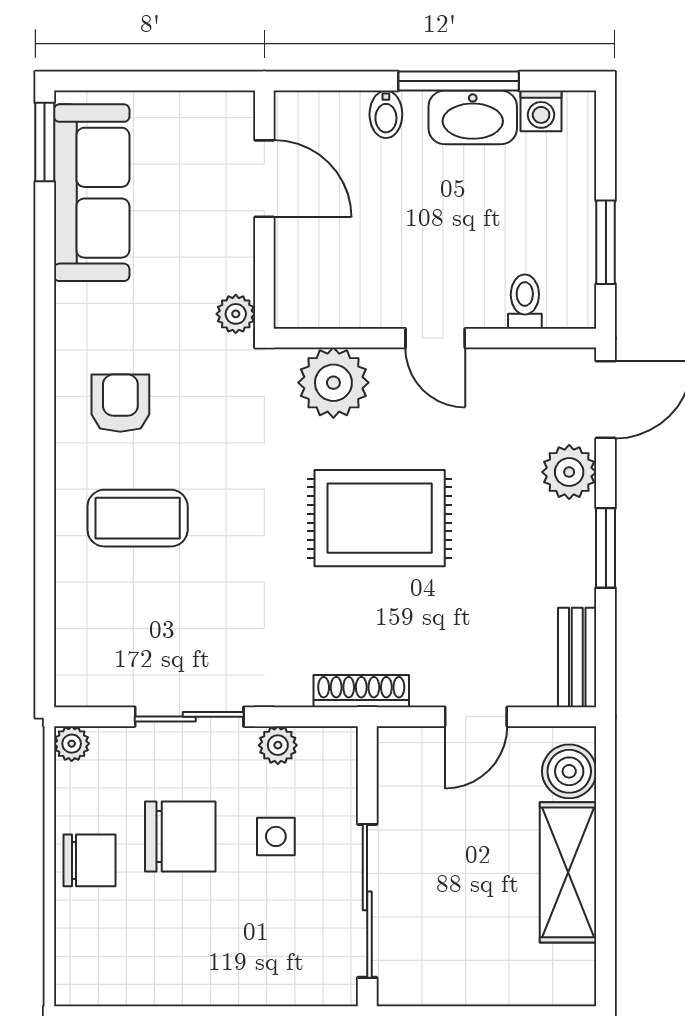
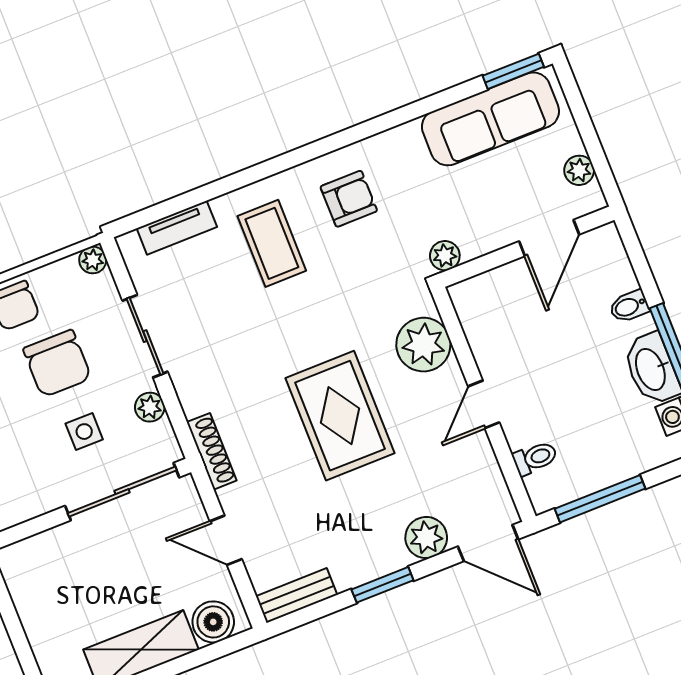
plant: (197, 110) -> (579, 170), added
window: (606, 242) -> (600, 499), width x1.44
tv unit: (73, 626) -> (177, 228), added
sliding door: (367, 901) -> (122, 492), moved

